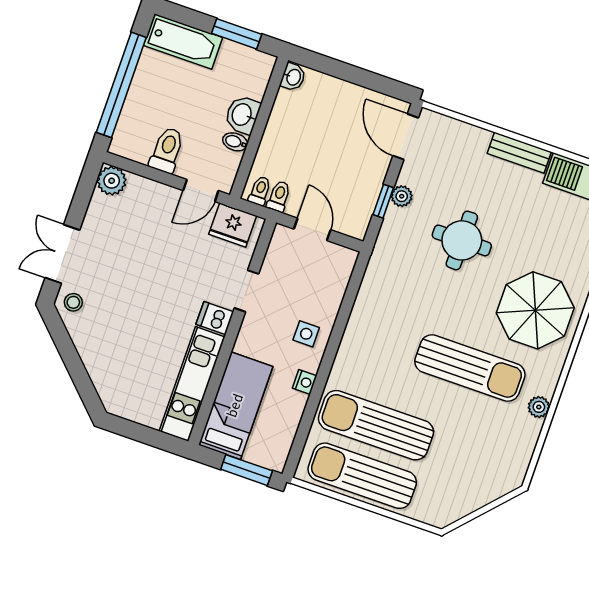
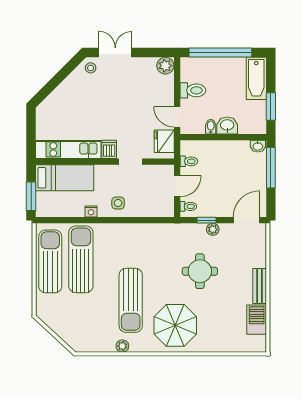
window: (335, 68) -> (271, 168), added
toilet: (260, 191) -> (188, 206), moved

